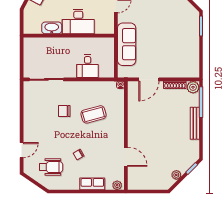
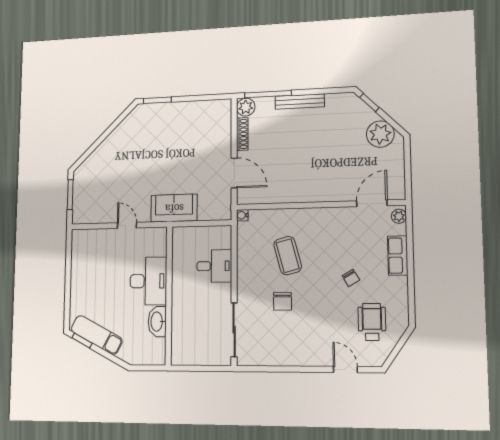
sofa: (127, 44) -> (174, 208), width x0.73
door: (126, 157) -> (372, 203), moved
plant: (176, 175) -> (380, 134), width x1.87, depth x1.87

